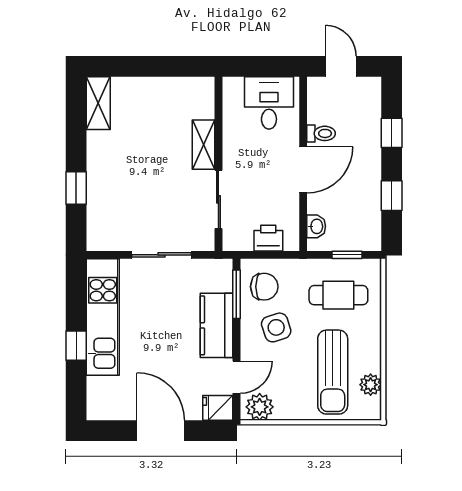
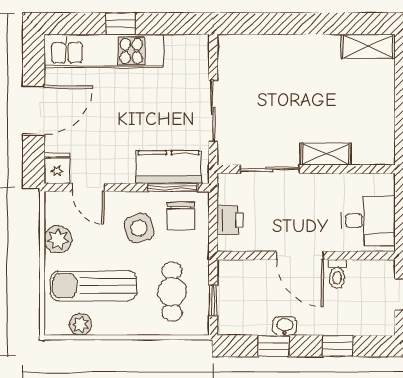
window: (76, 188) -> (281, 24), removed
washbasin: (316, 226) -> (285, 326), moved, turned 180
kitchen unit: (103, 317) -> (104, 51), moved
kitchen counter: (216, 325) -> (169, 167), moved
plant: (260, 407) -> (58, 239), moved

